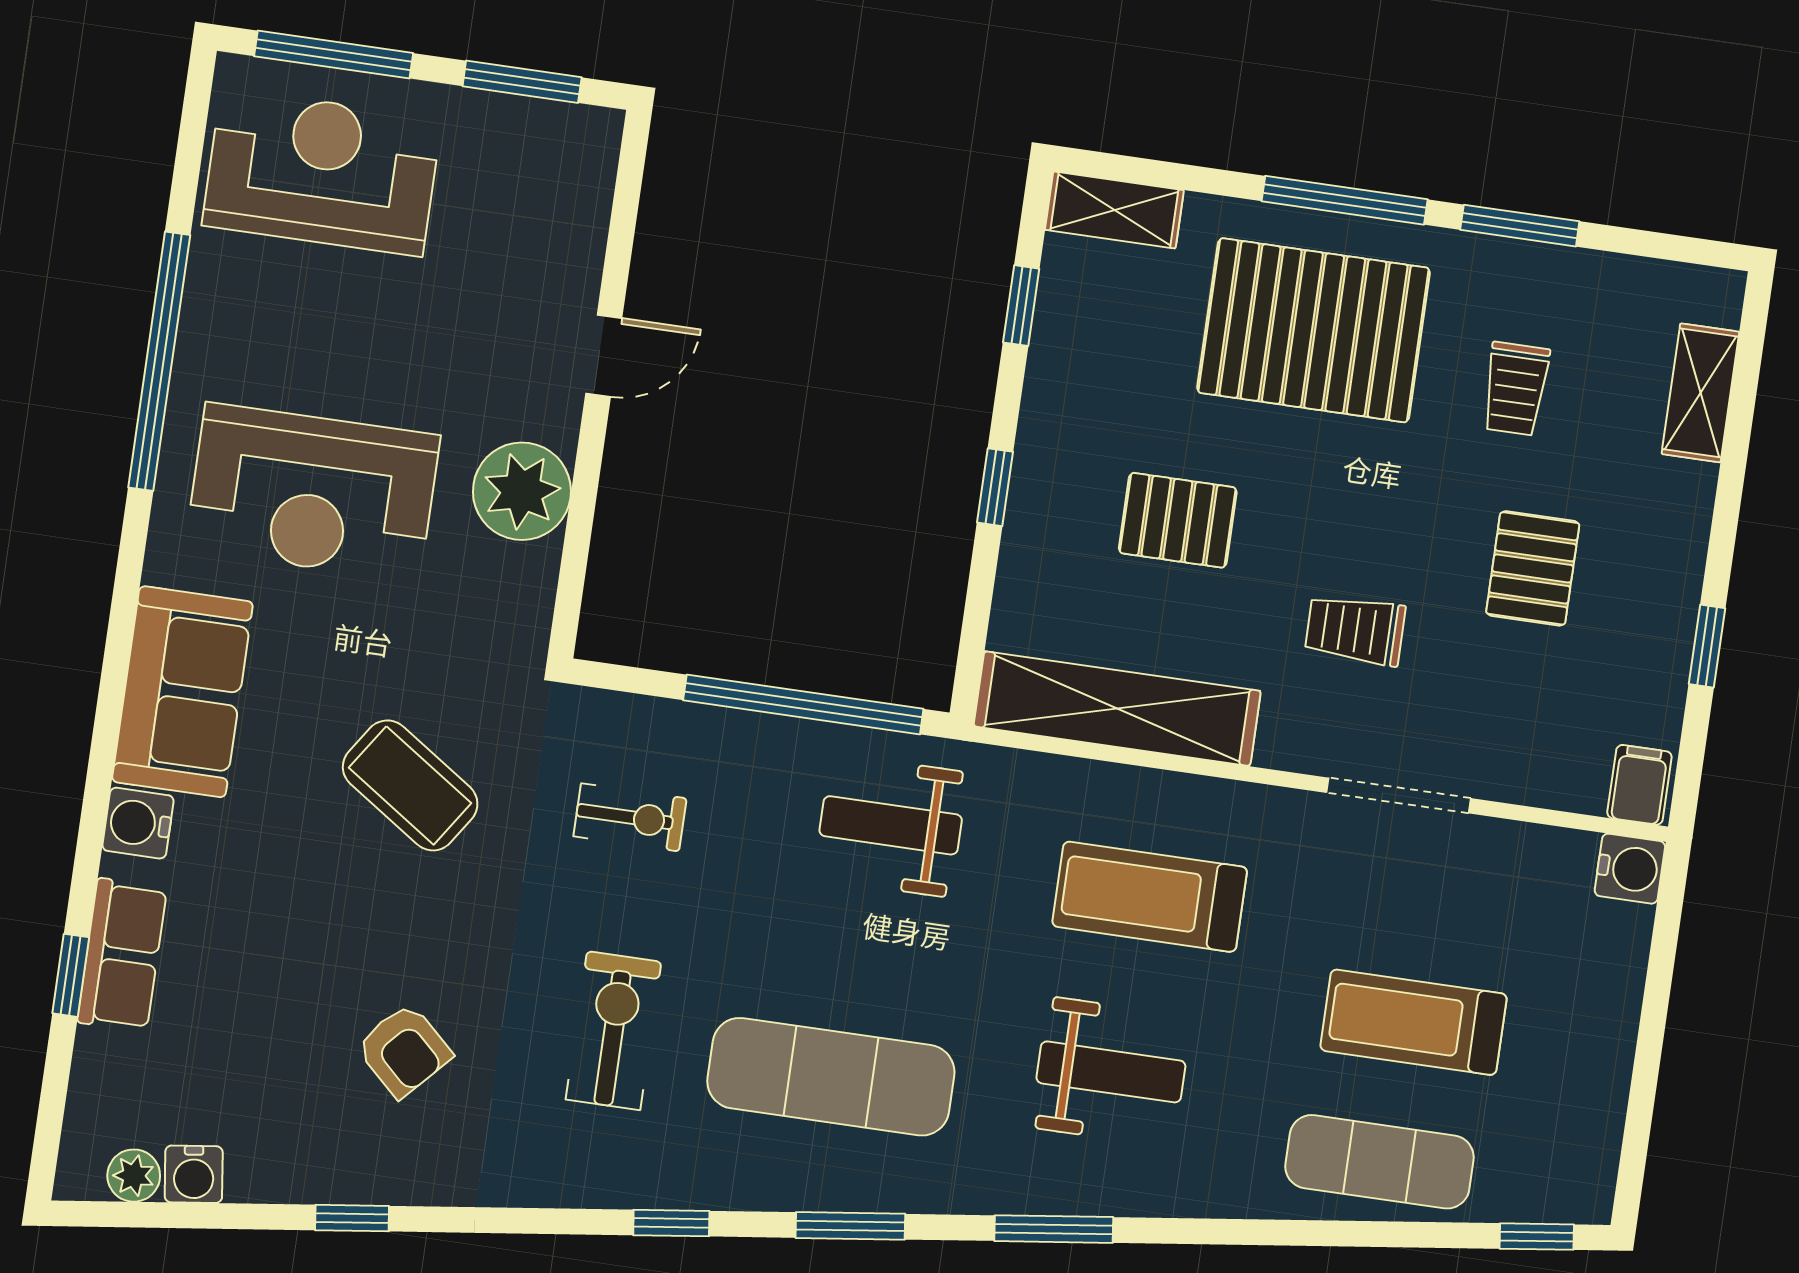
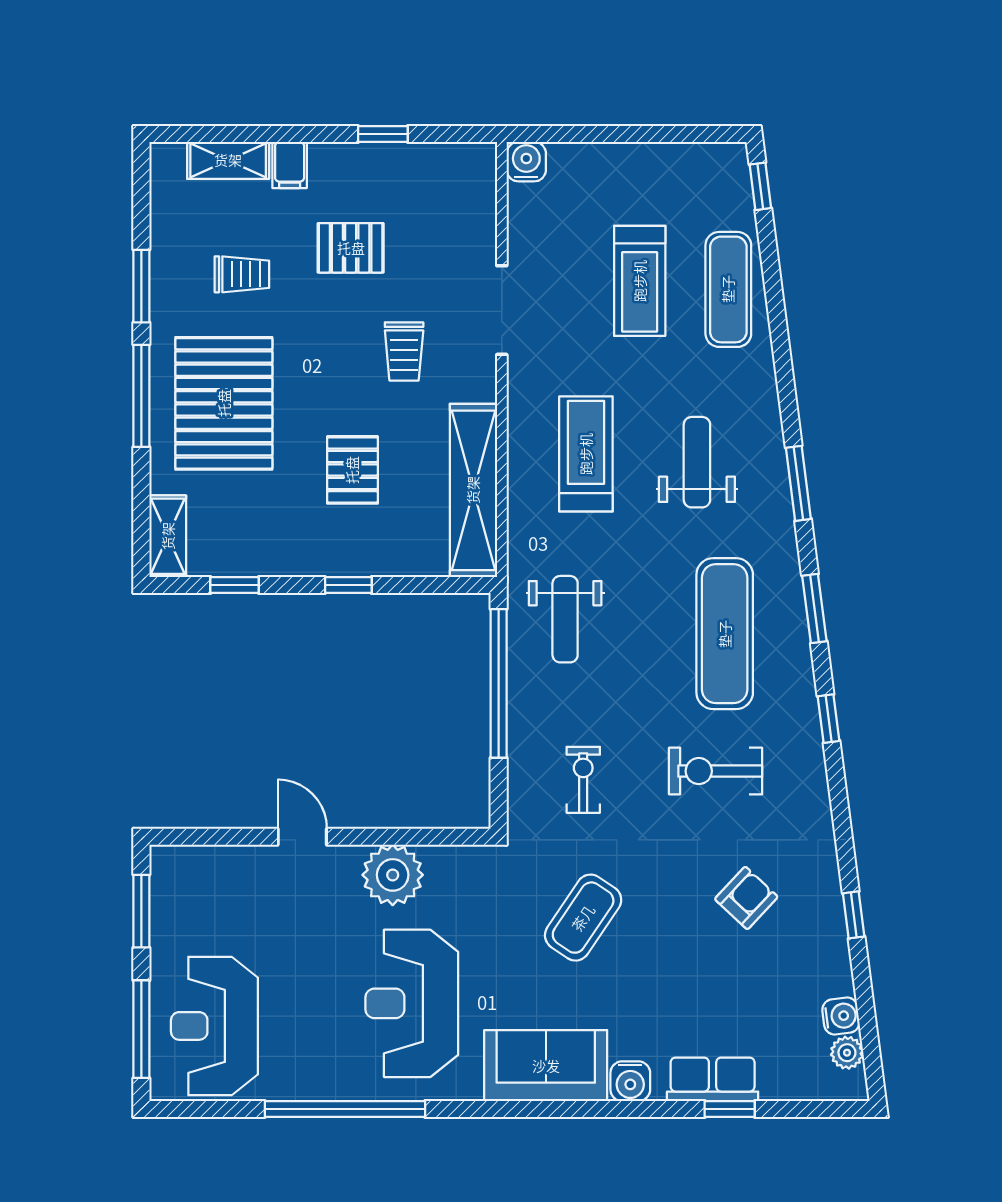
reception desk: (313, 492) -> (412, 1003), turned 180
filing cabinet: (1639, 785) -> (290, 165), moved, turned -90
treadmill: (1150, 897) -> (586, 454), turned 180

